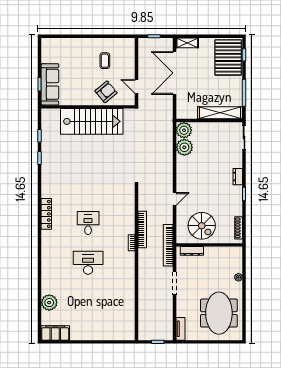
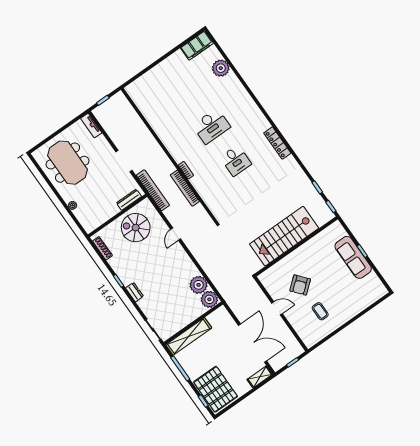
wall: (88, 107) -> (296, 246), moved
stairs: (92, 121) -> (284, 236), moved

